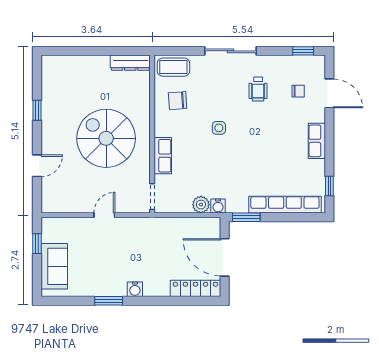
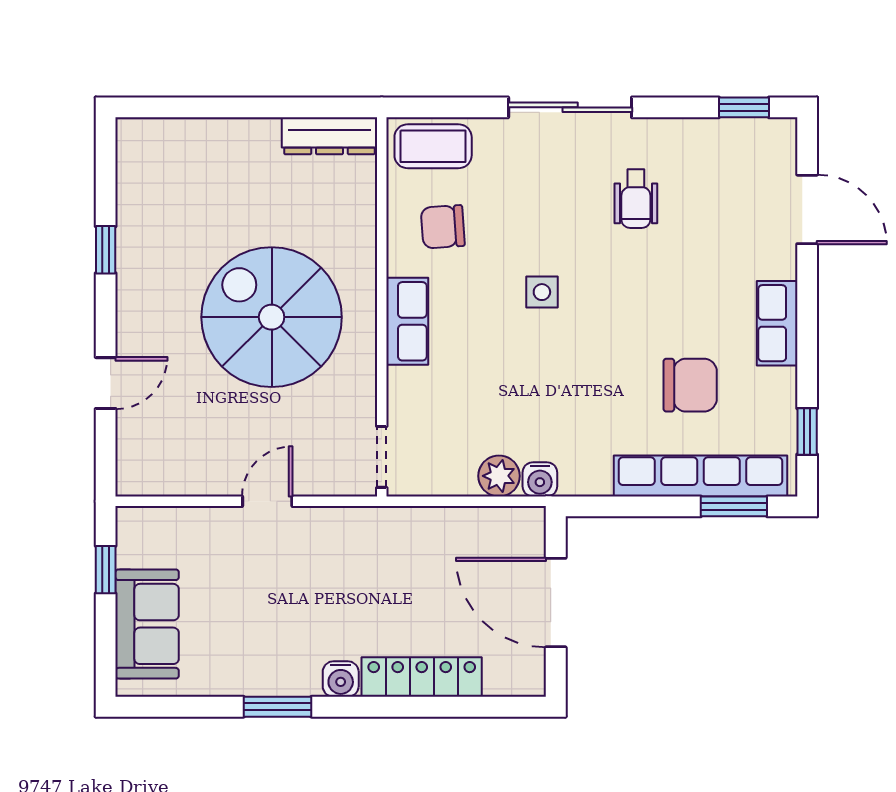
chair: (298, 91) -> (690, 385), moved, width x1.87, depth x1.87
row of seats: (163, 156) -> (407, 321), moved
window: (246, 217) -> (734, 506), moved
locker: (195, 288) -> (422, 677), moved

